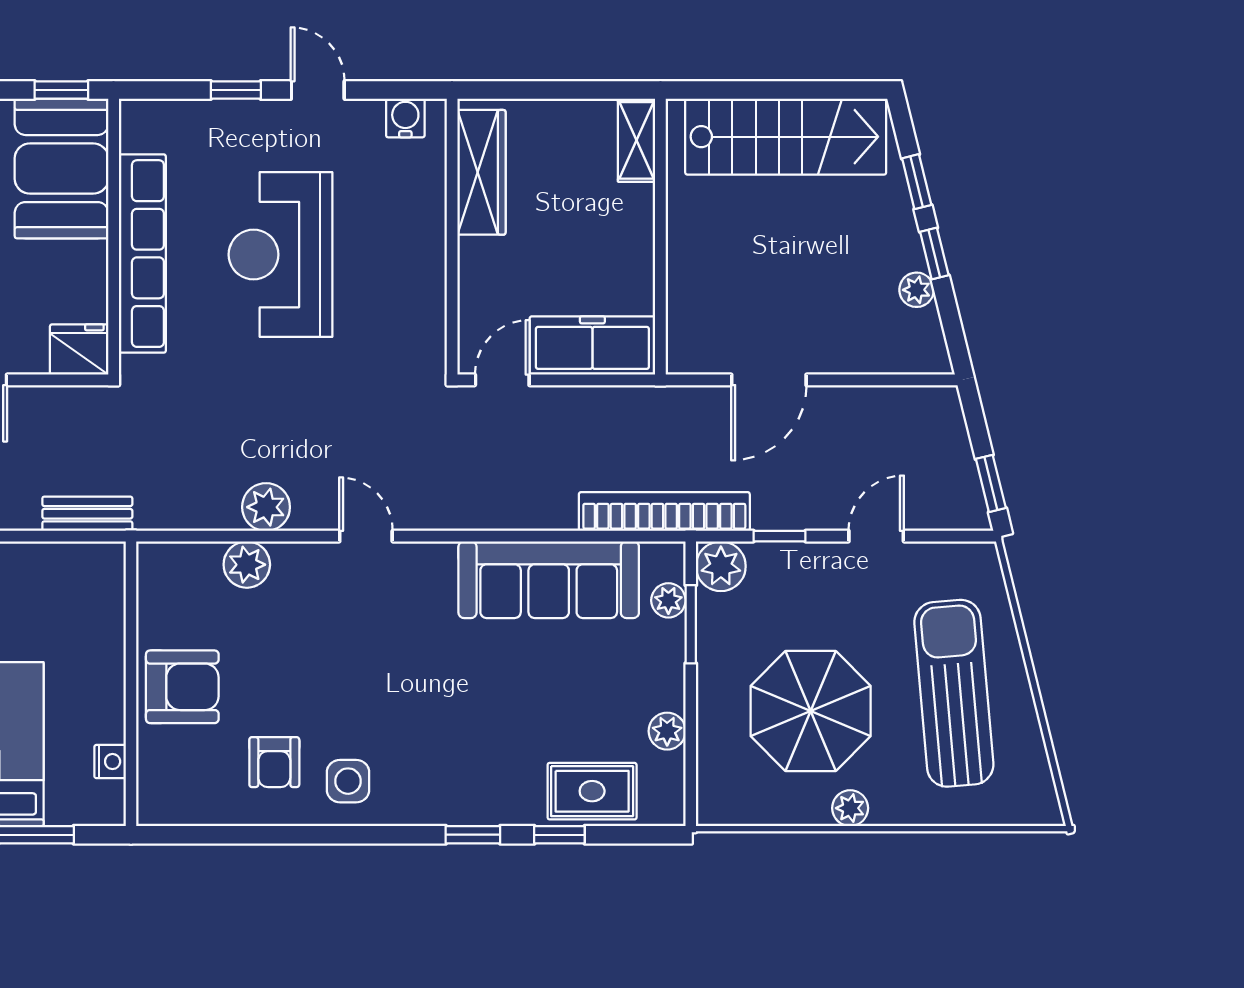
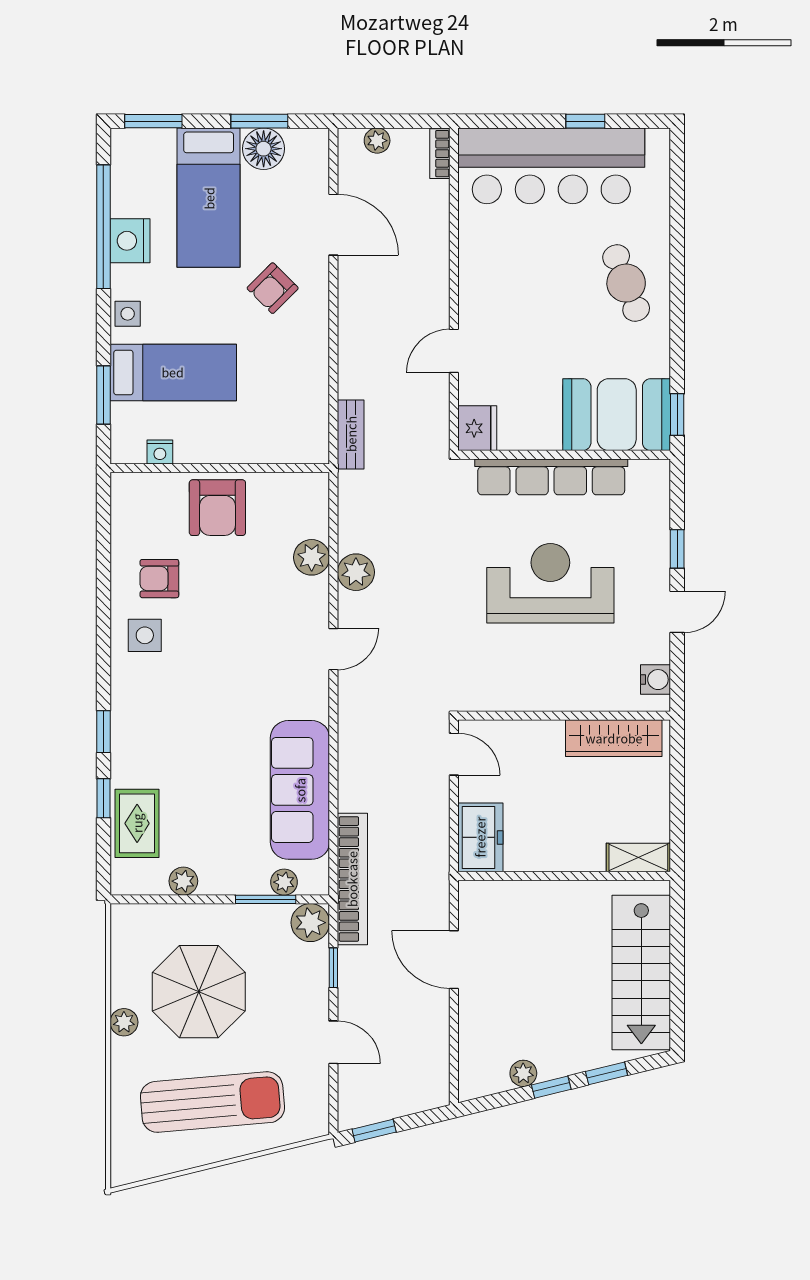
freezer: (592, 346) -> (480, 837), width x0.71

